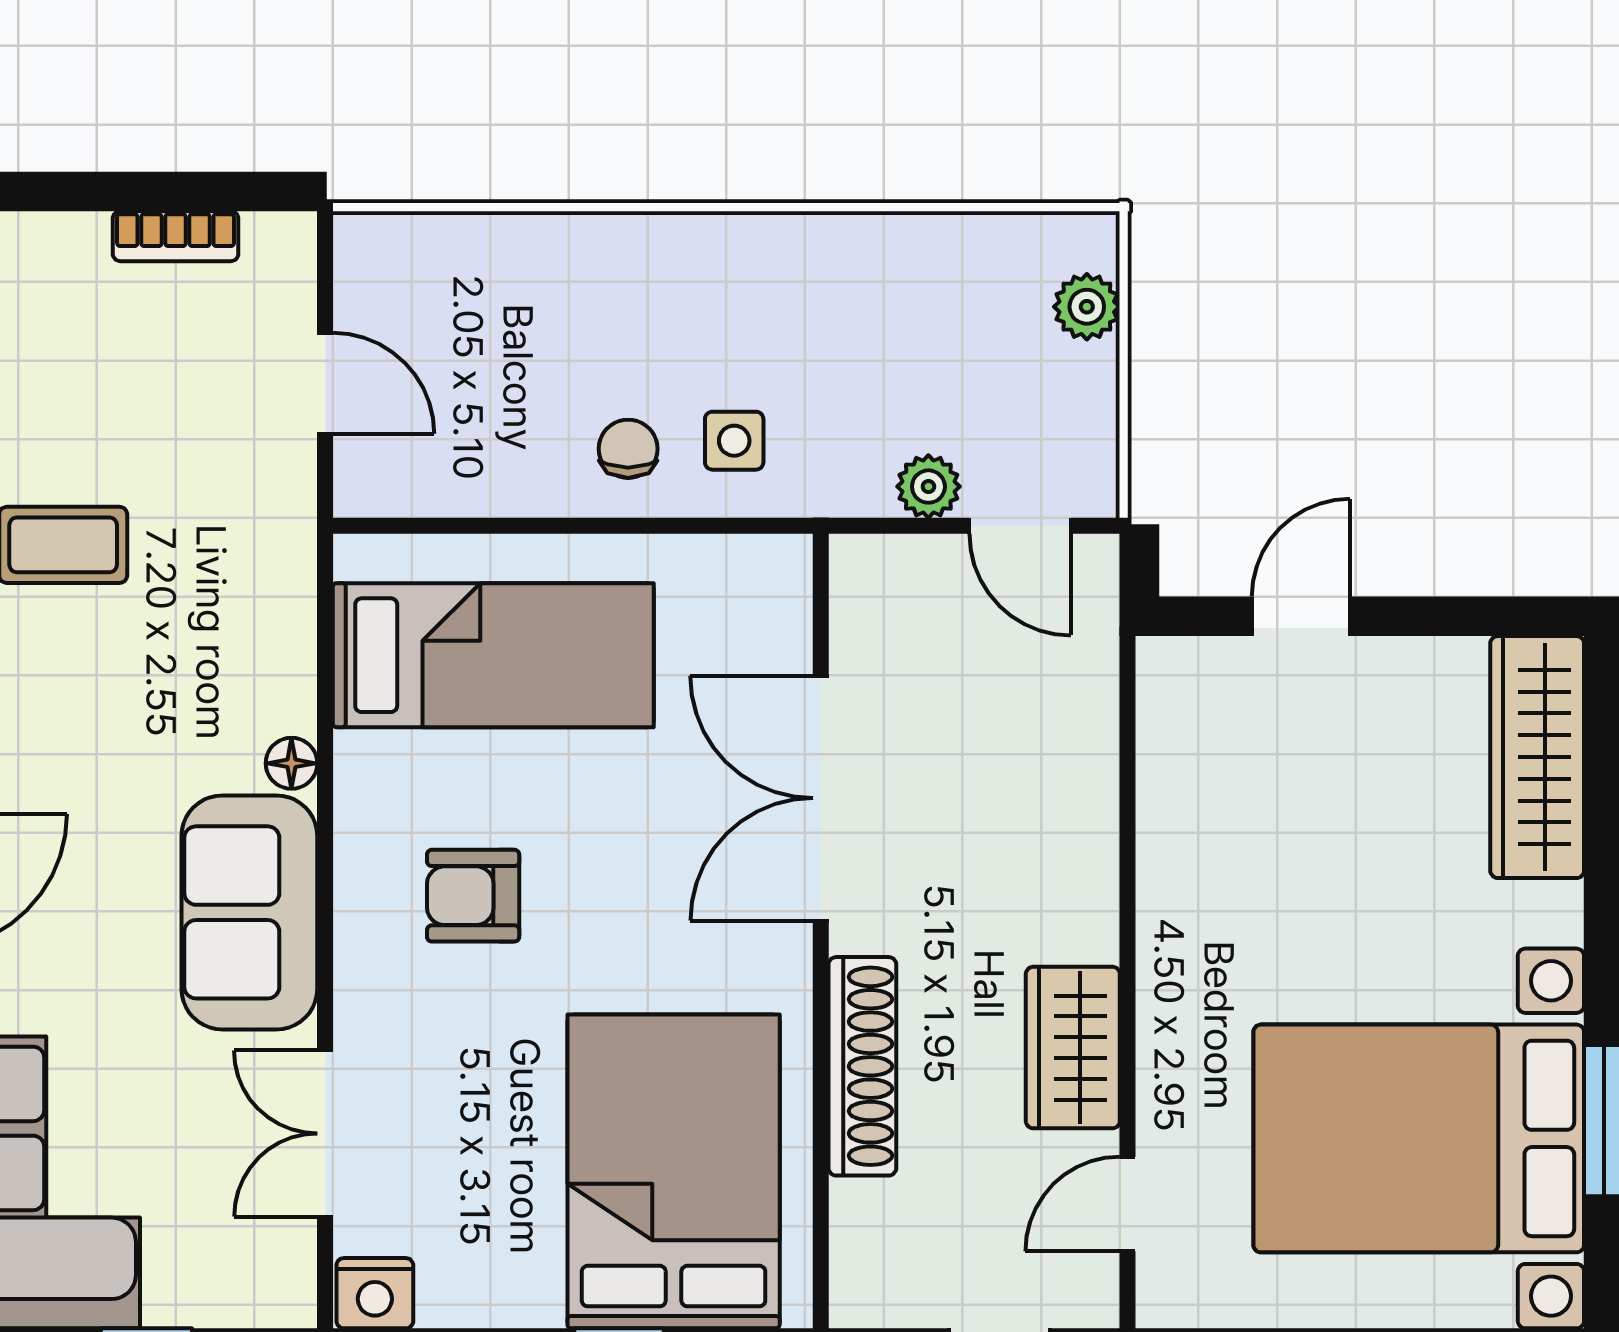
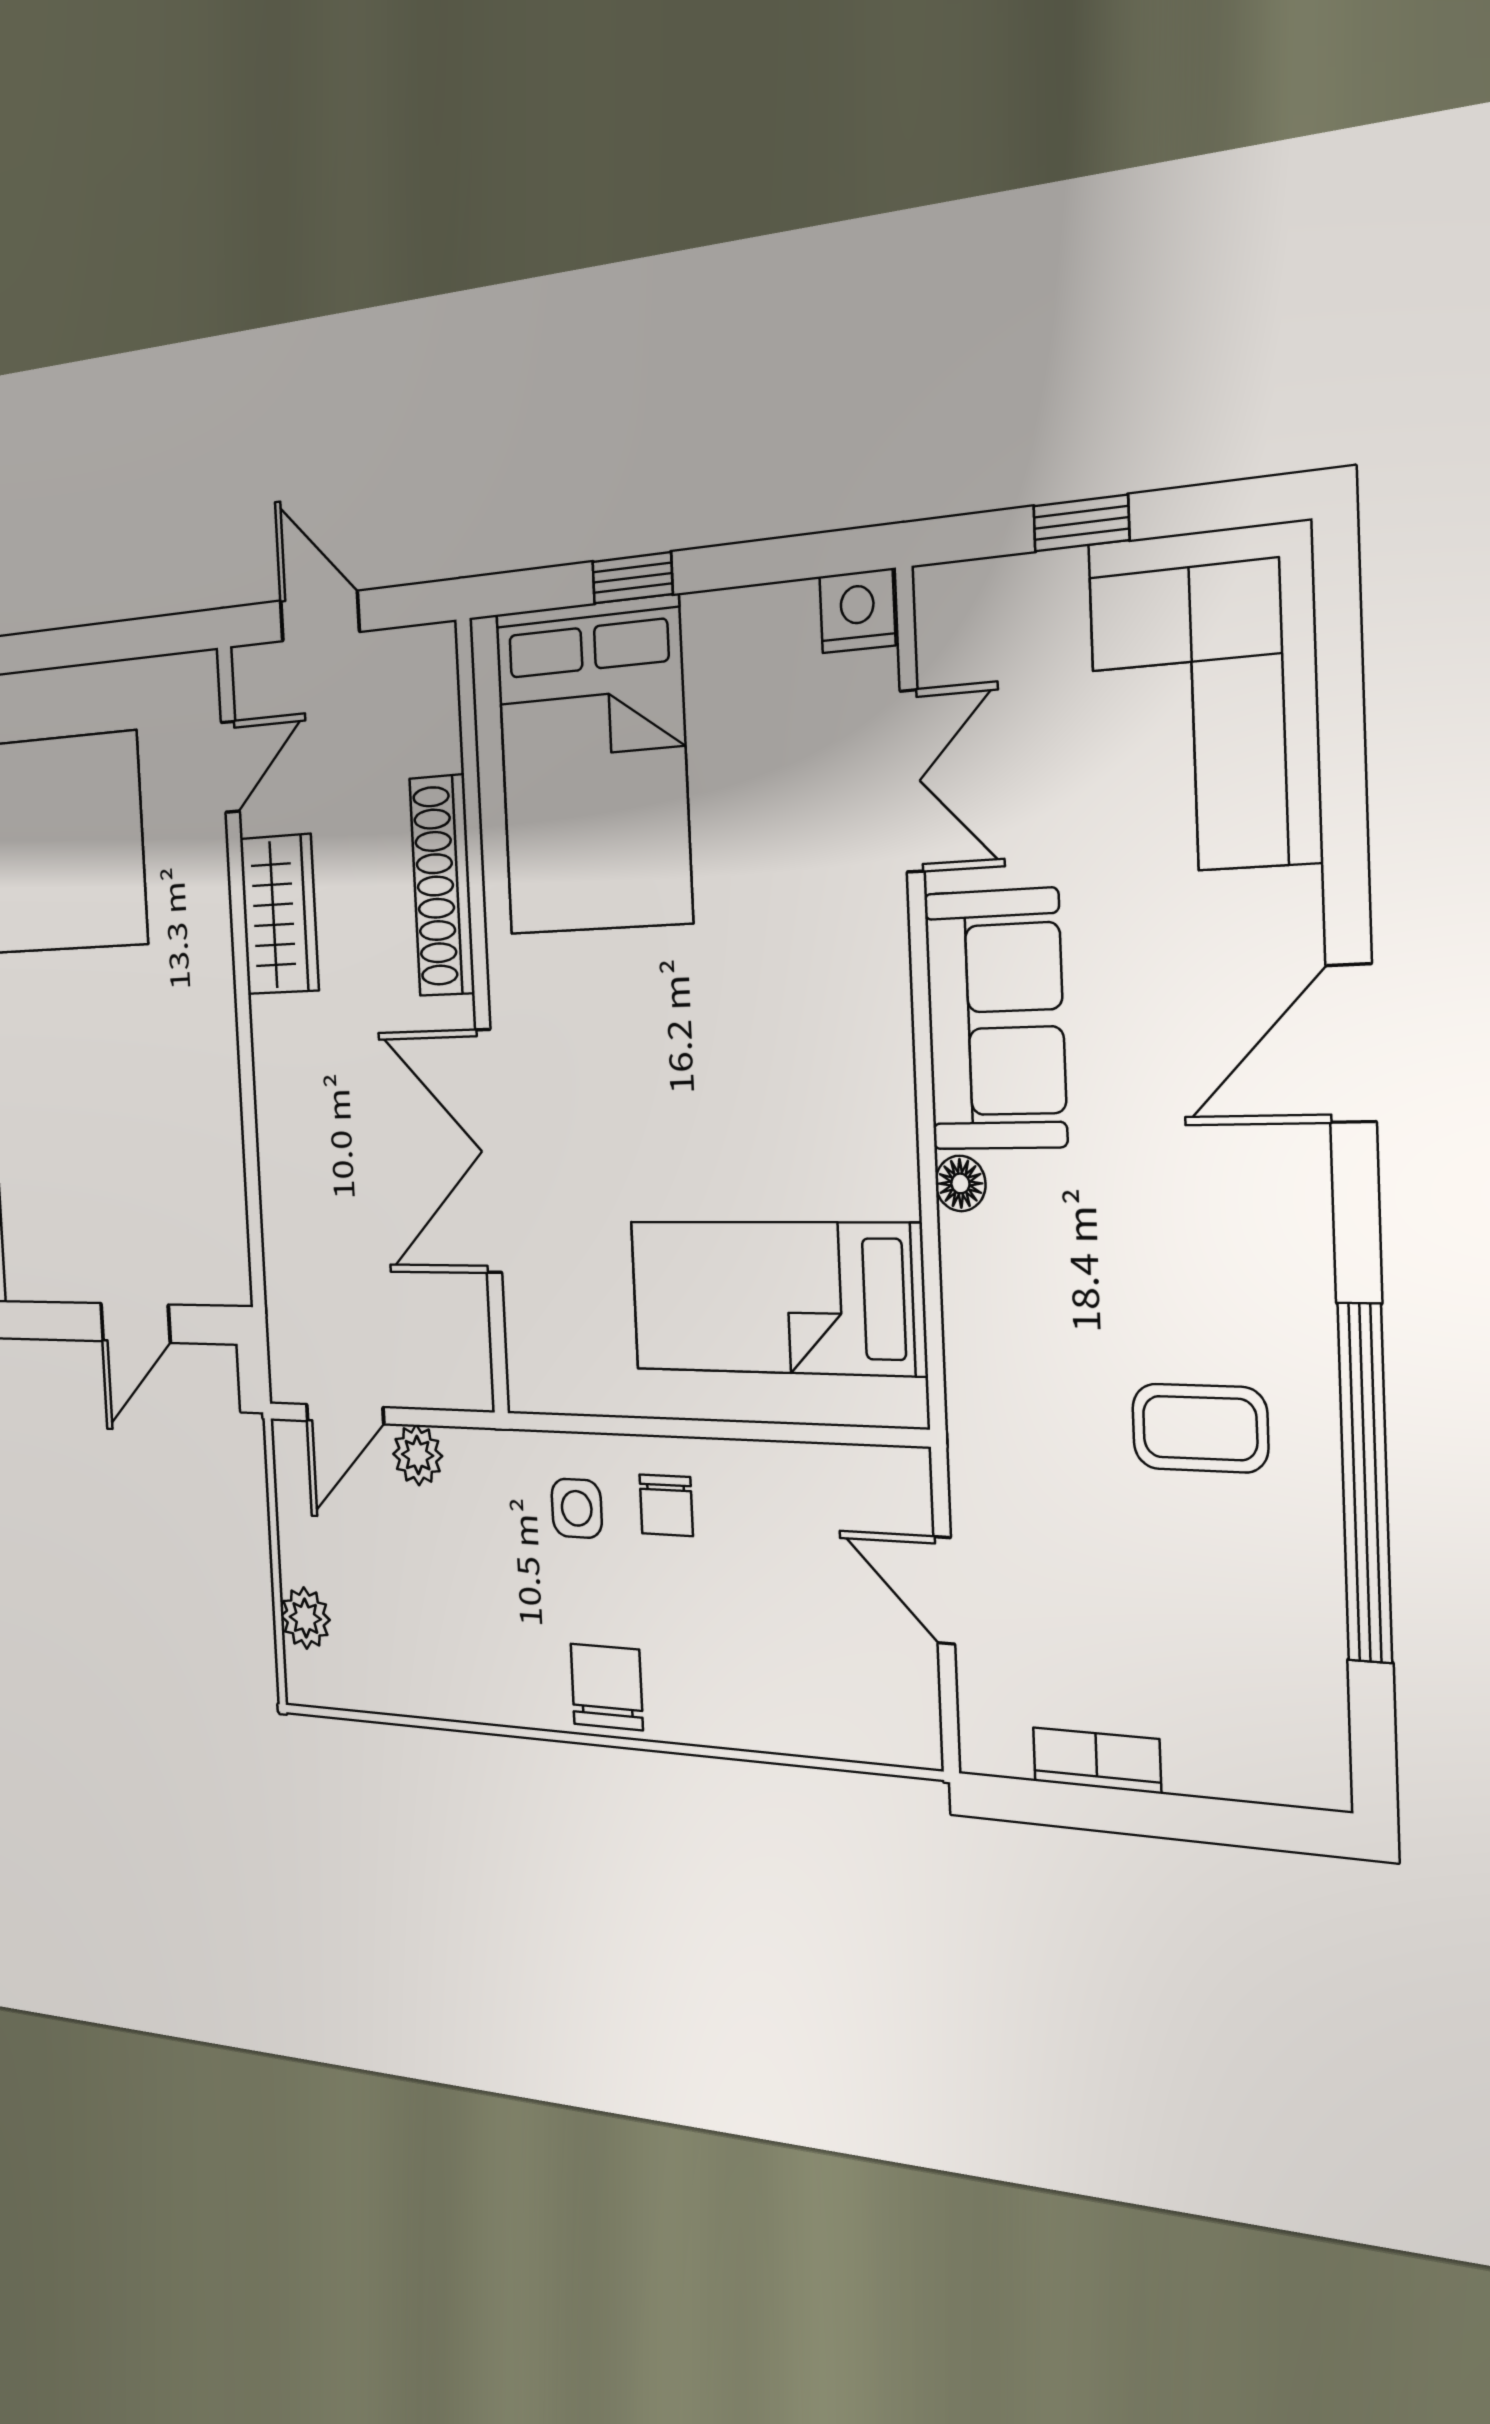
chair: (708, 262) -> (607, 1687), added
door: (1020, 526) -> (345, 1414), swing flipped
double door: (821, 798) -> (489, 1151), swing flipped
armchair: (473, 896) -> (784, 1045), removed

